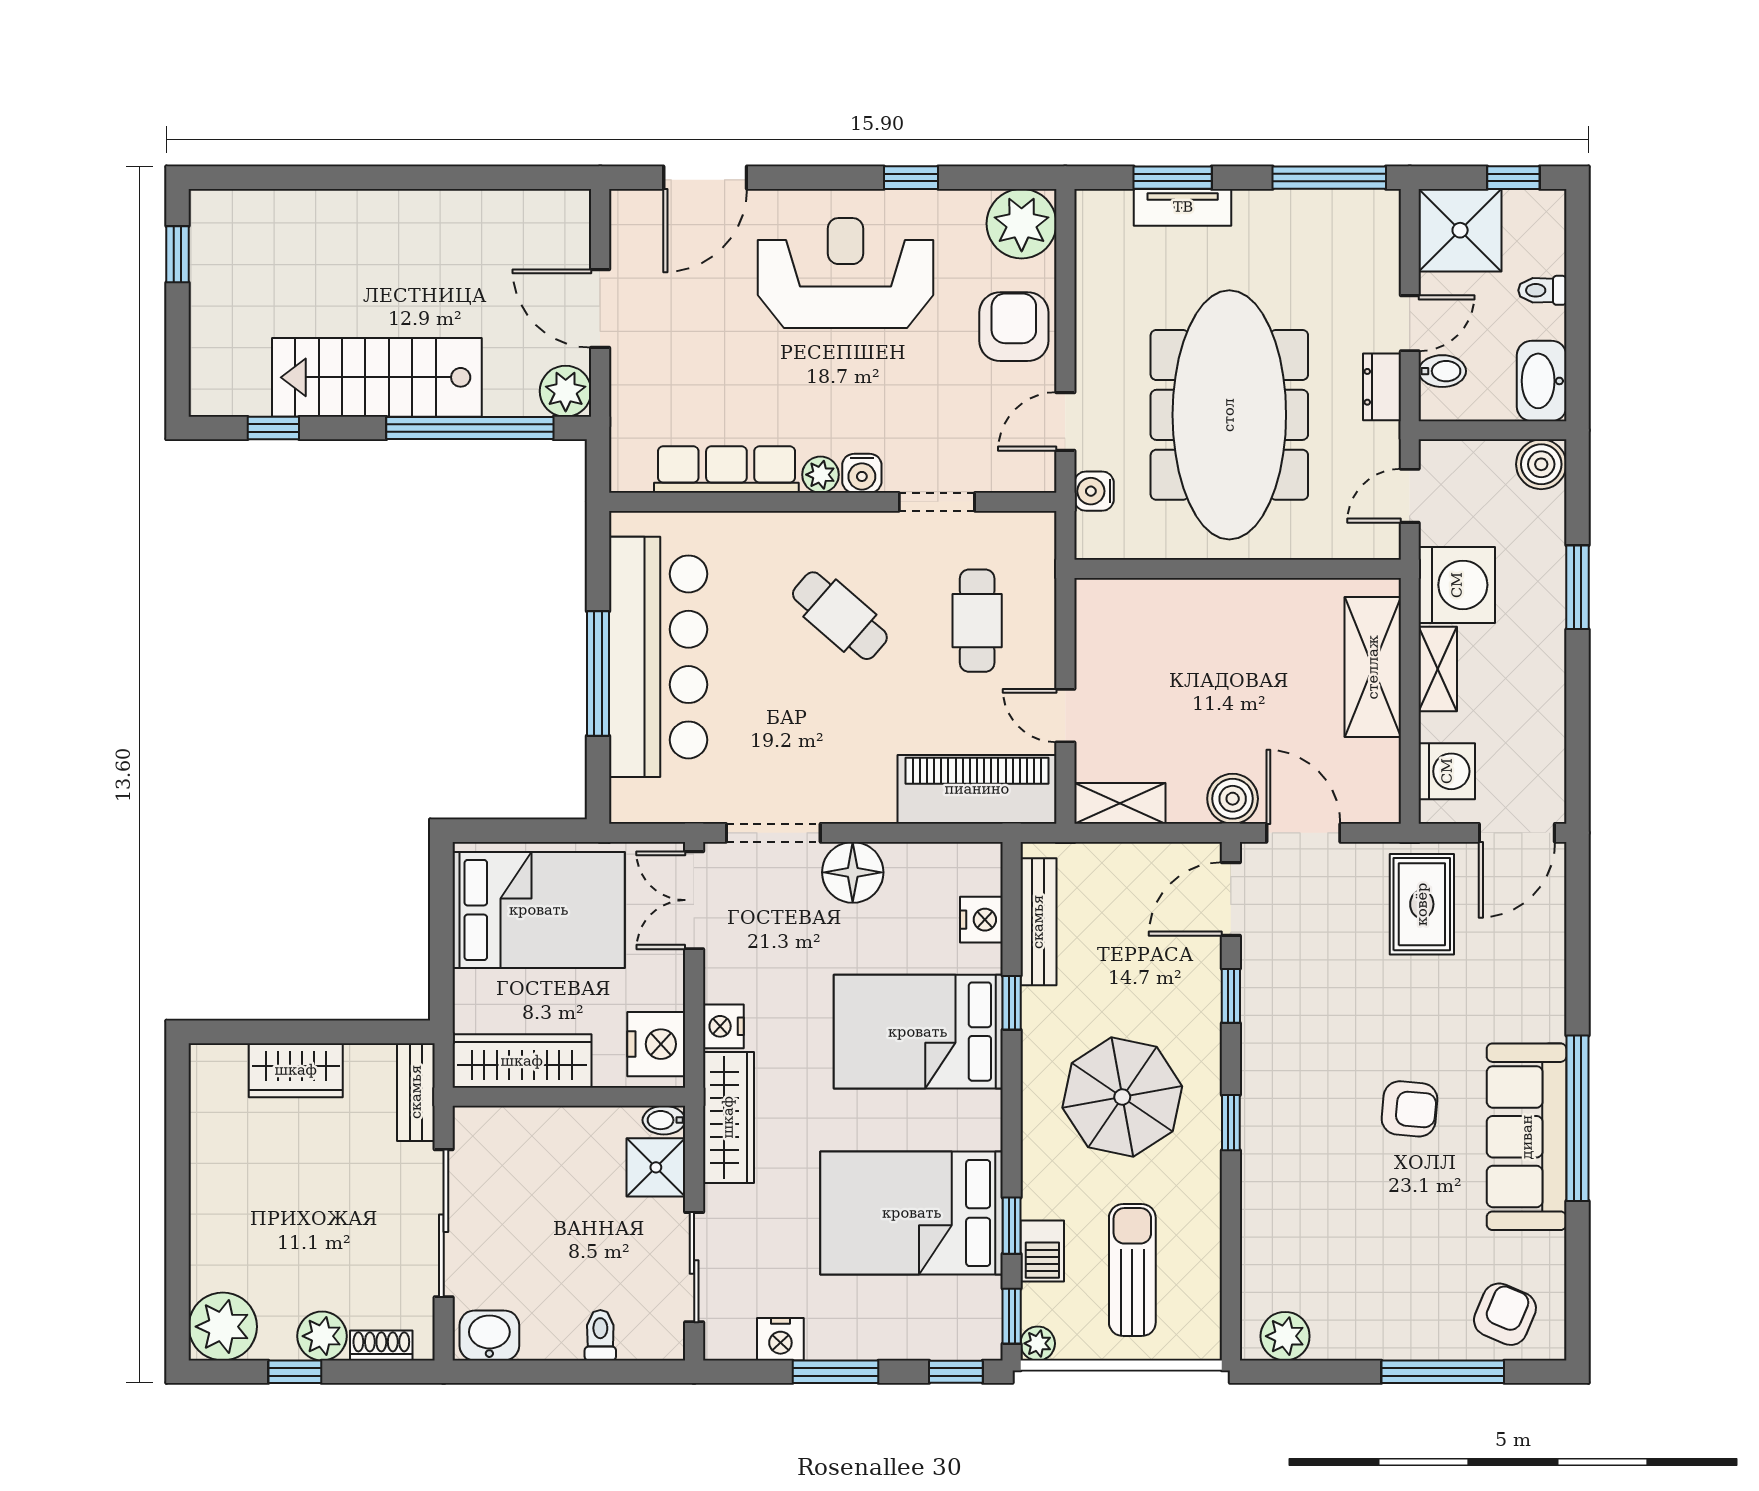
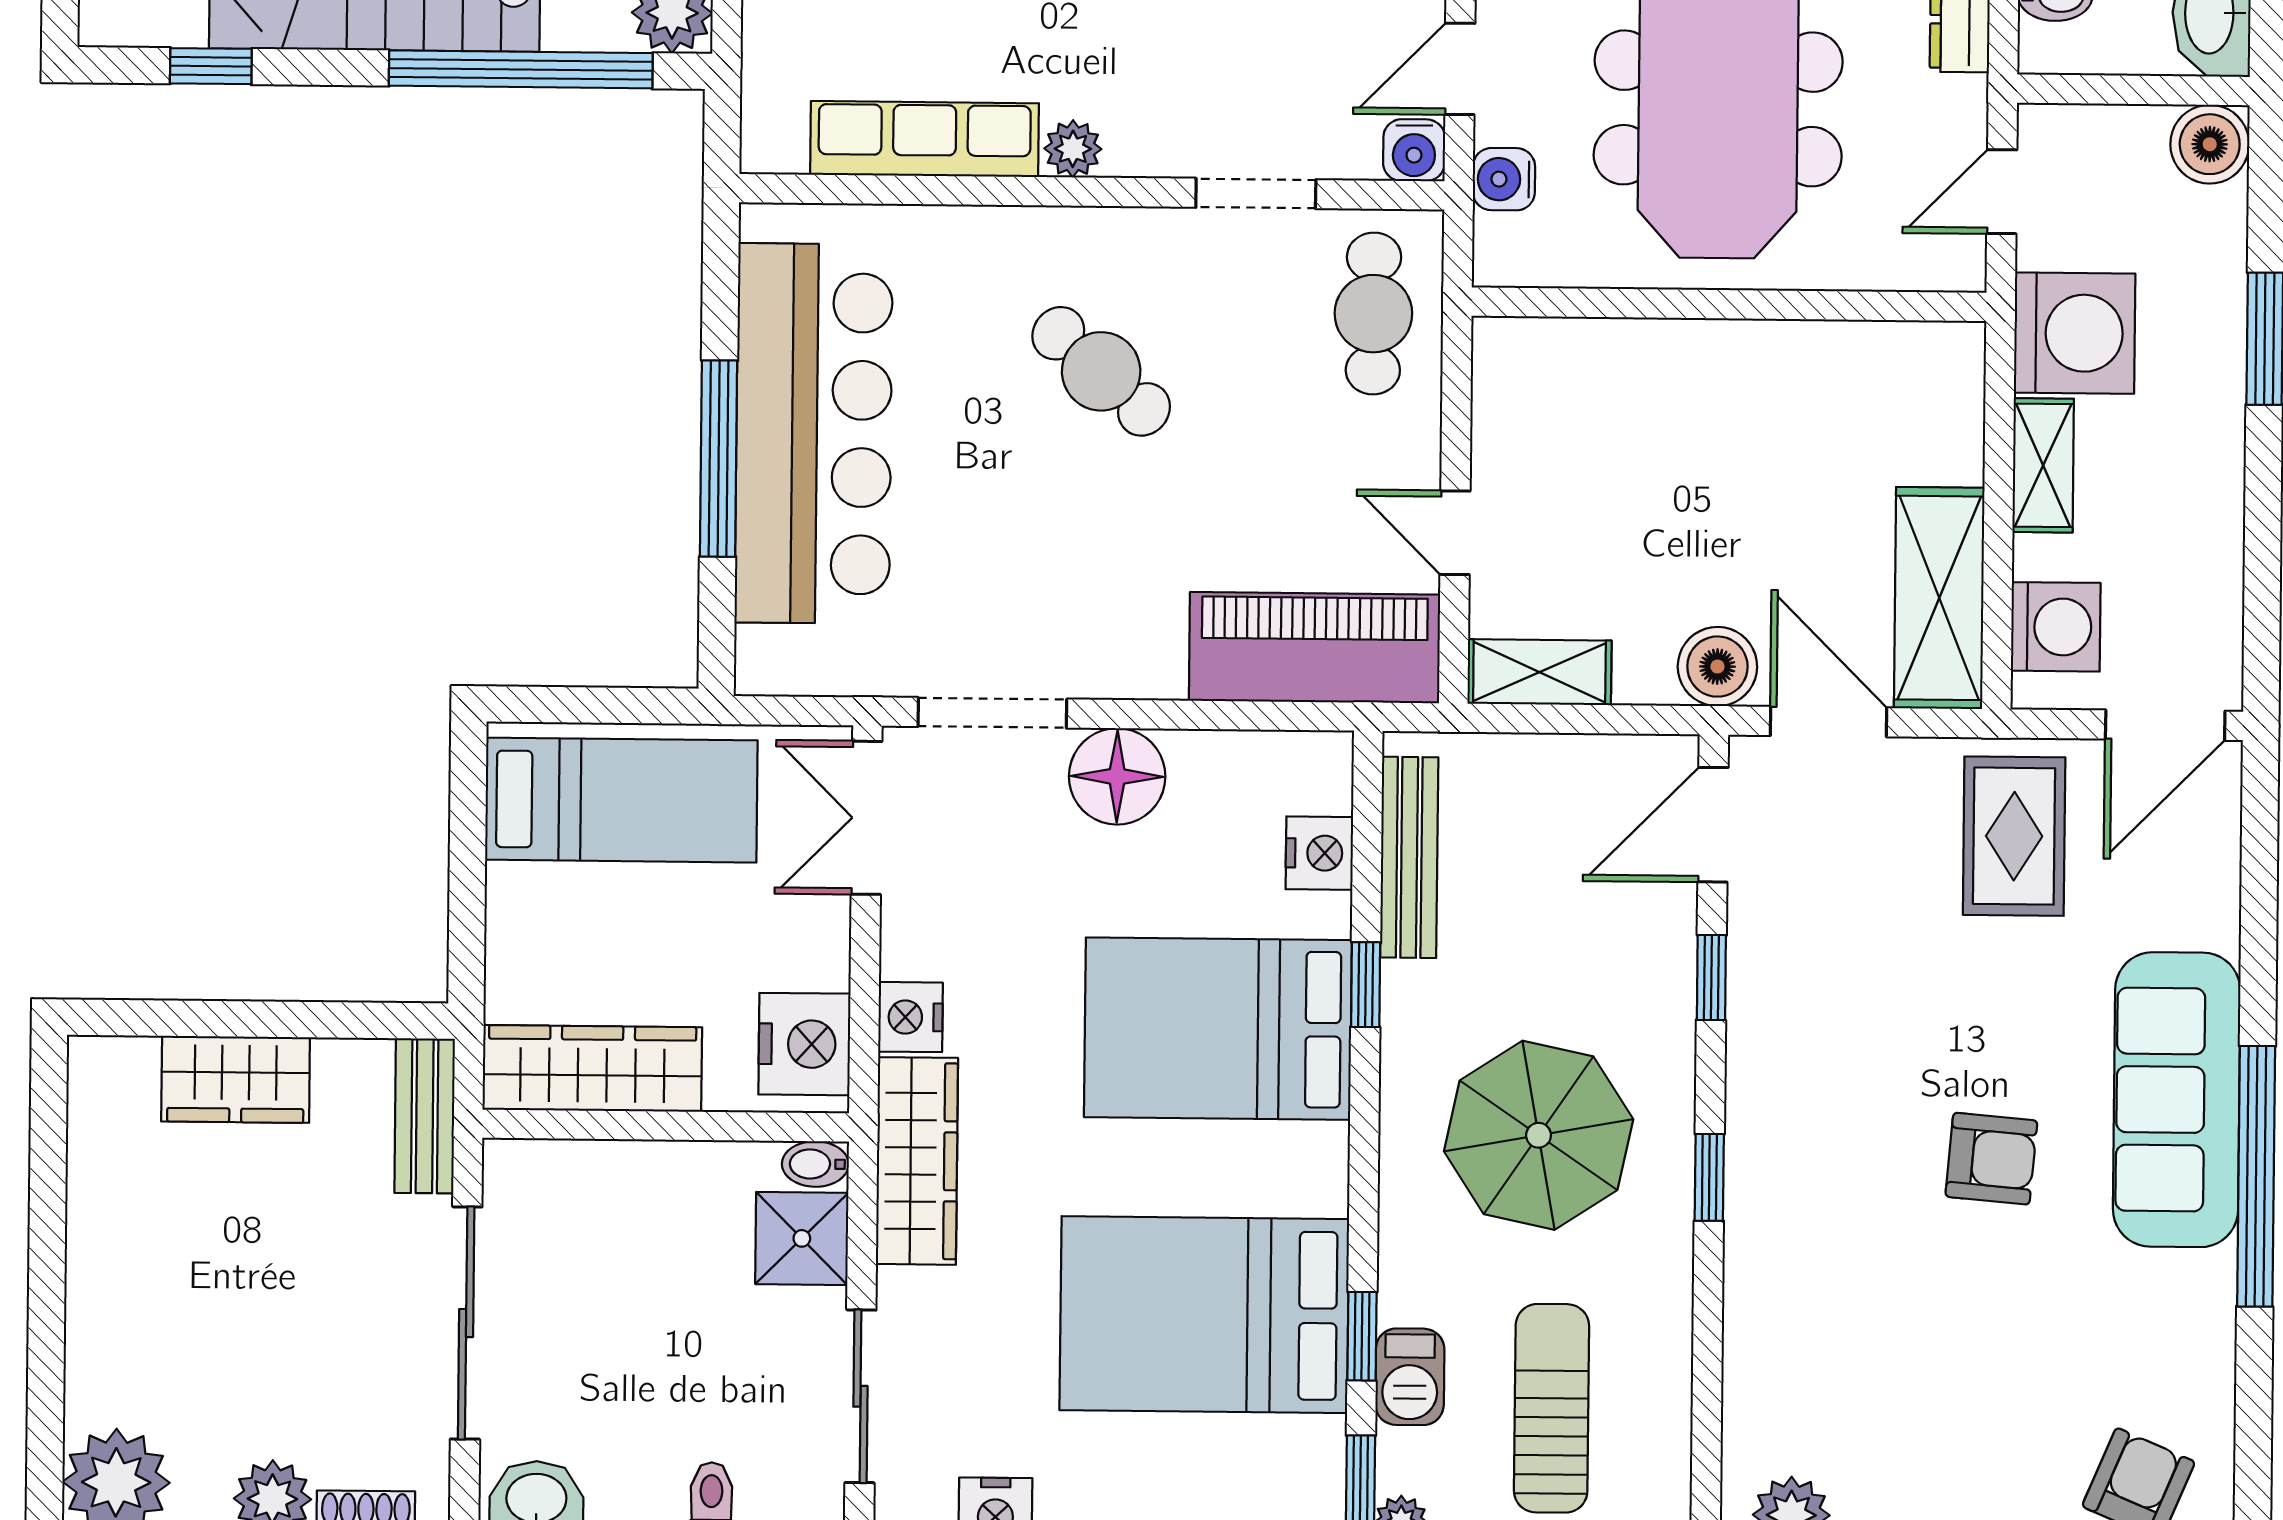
water cooler: (862, 473) -> (1414, 150), moved
cafe table: (977, 621) -> (1373, 314), moved
shelving: (1373, 667) -> (1939, 598), moved
bed: (539, 910) -> (621, 800), width x0.67
sofa: (1527, 1137) -> (2177, 1100), moved

